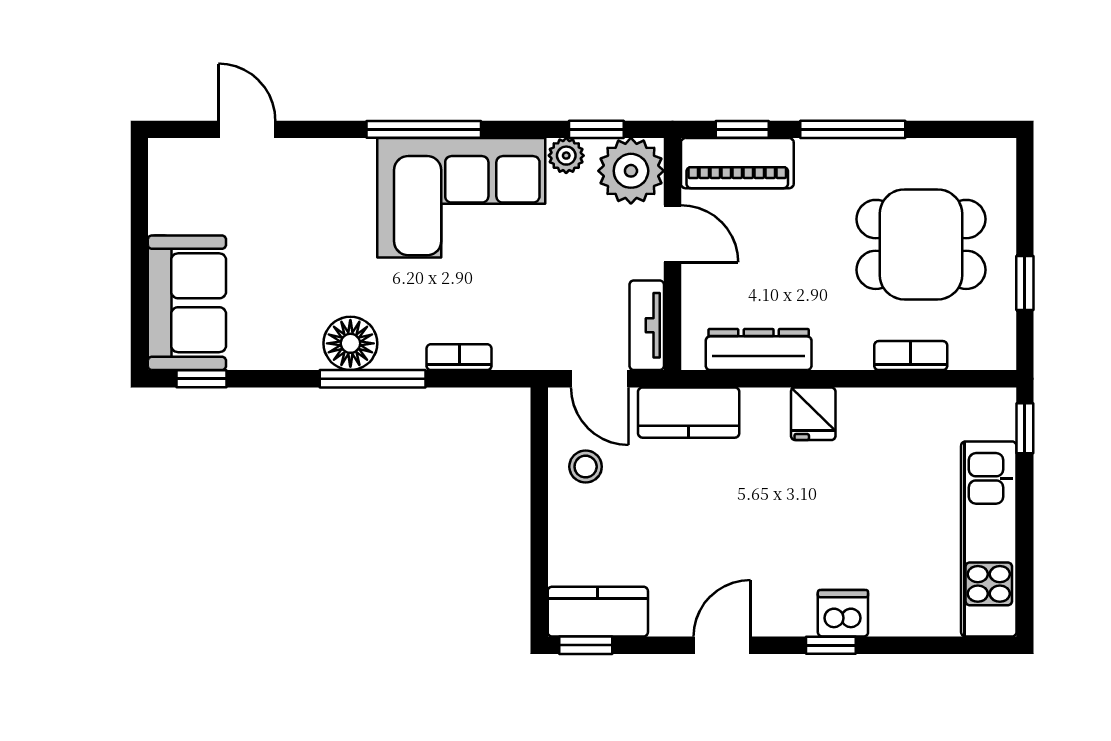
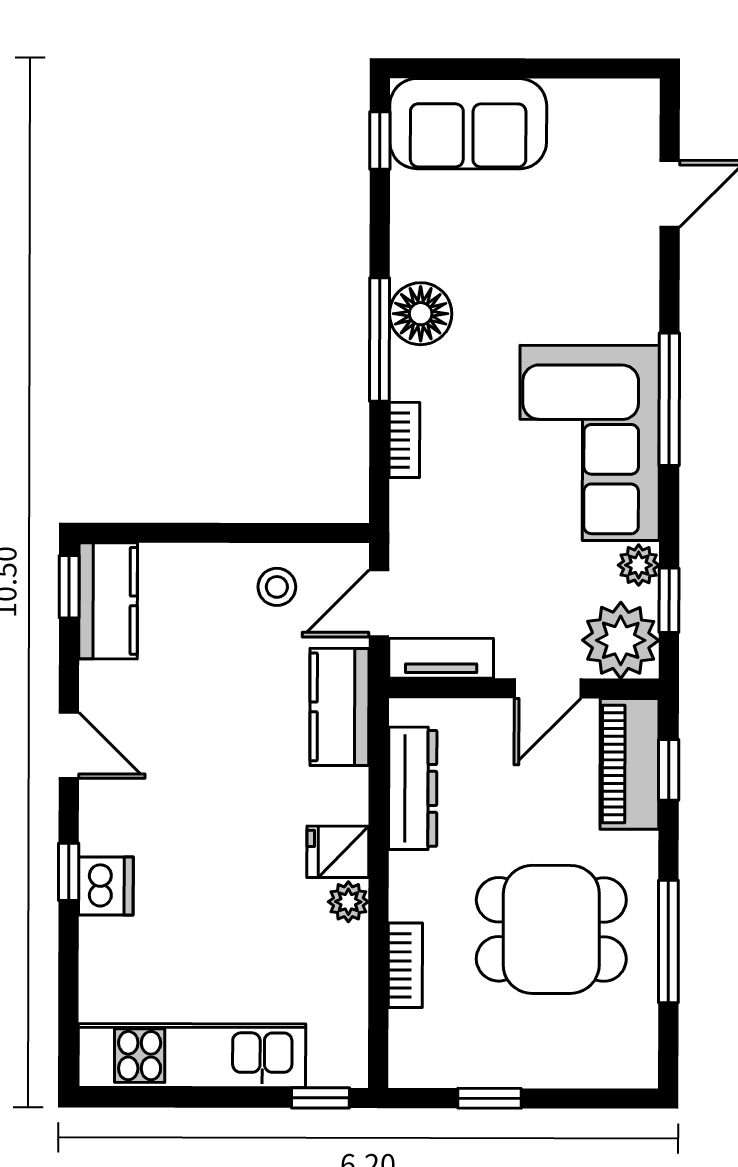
window: (853, 129) -> (668, 942), moved
dining table: (921, 244) -> (551, 929), moved, turned 90
plant: (856, 405) -> (348, 902), added

